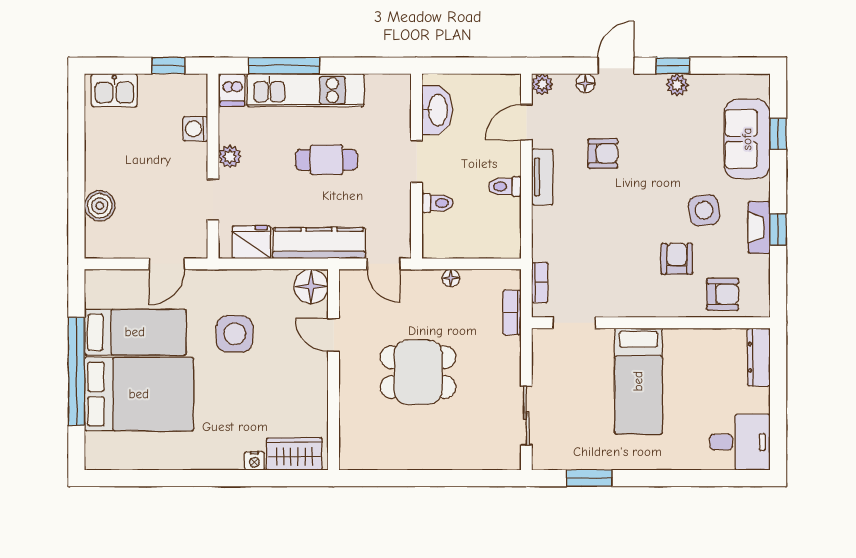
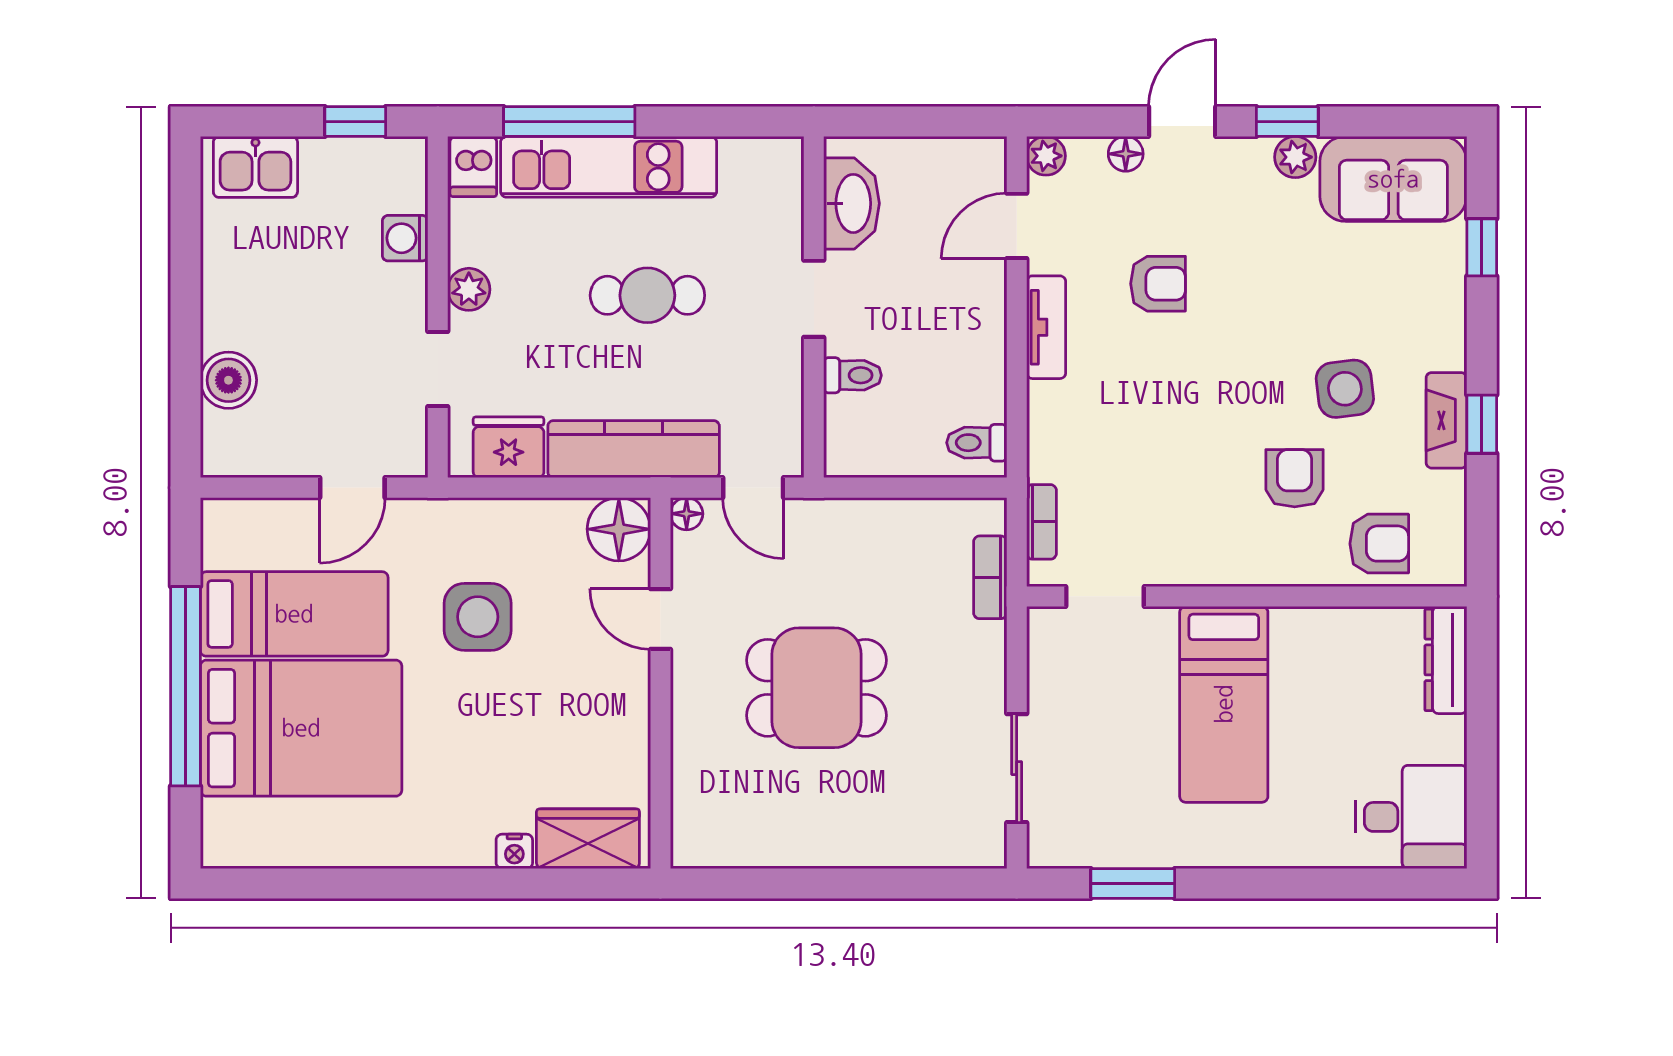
sofa: (747, 139) -> (1393, 179), moved, turned -90
toilet: (505, 186) -> (977, 443), moved
floor lamp: (451, 278) -> (687, 514), moved

